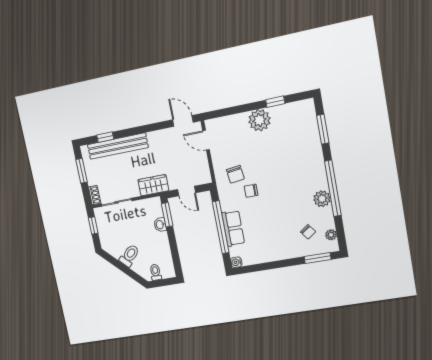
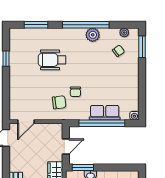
plant: (259, 120) -> (18, 74), removed
wheelchair: (284, 157) -> (52, 60), added

